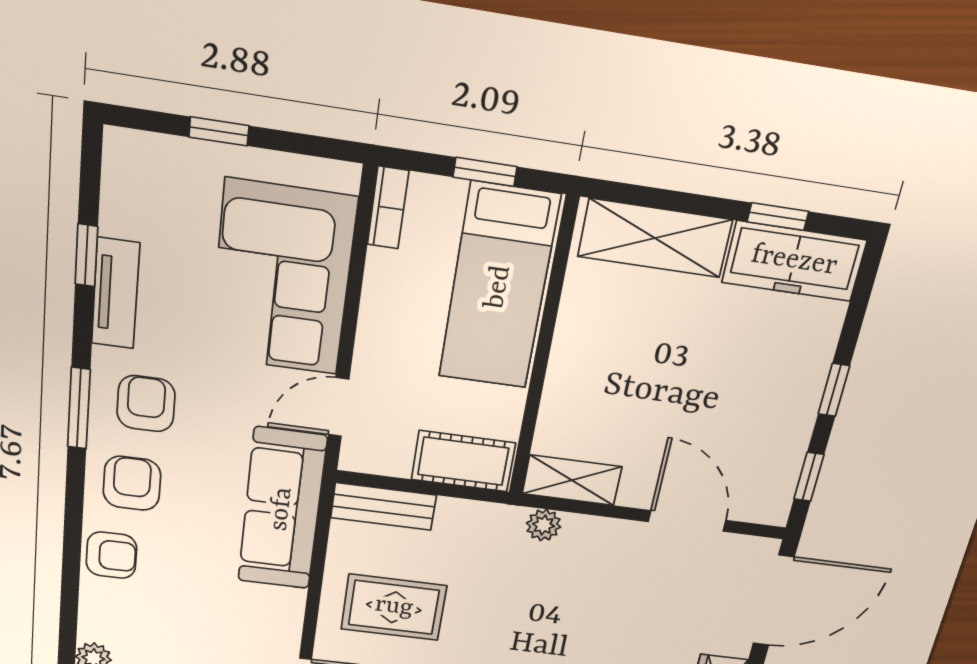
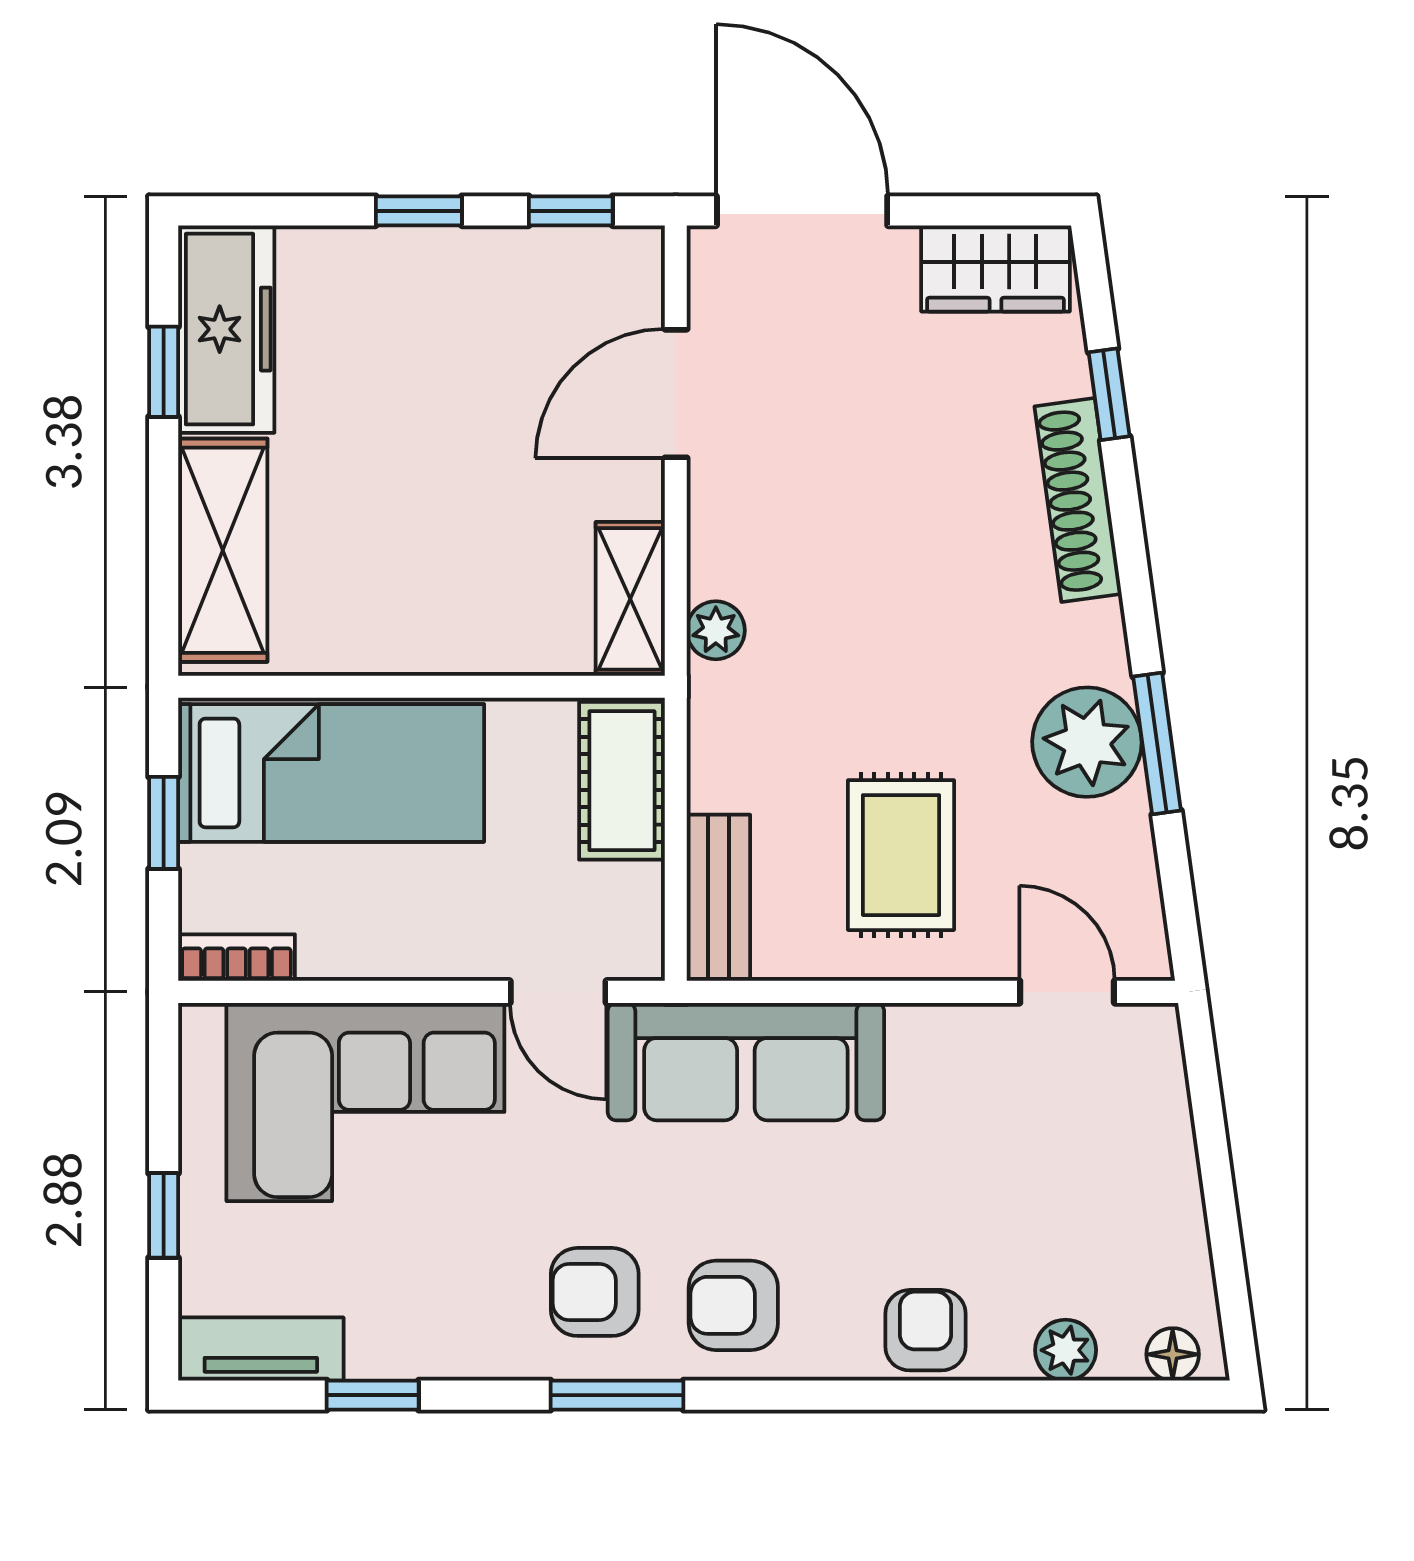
tv unit: (116, 293) -> (261, 1349), moved
armchair: (111, 555) -> (925, 1330), moved

